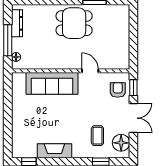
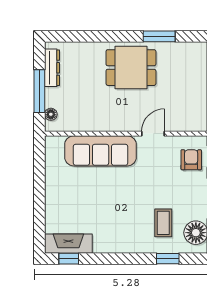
door: (90, 71) -> (153, 134), hinge flipped
fireplace: (54, 151) -> (68, 244), moved

